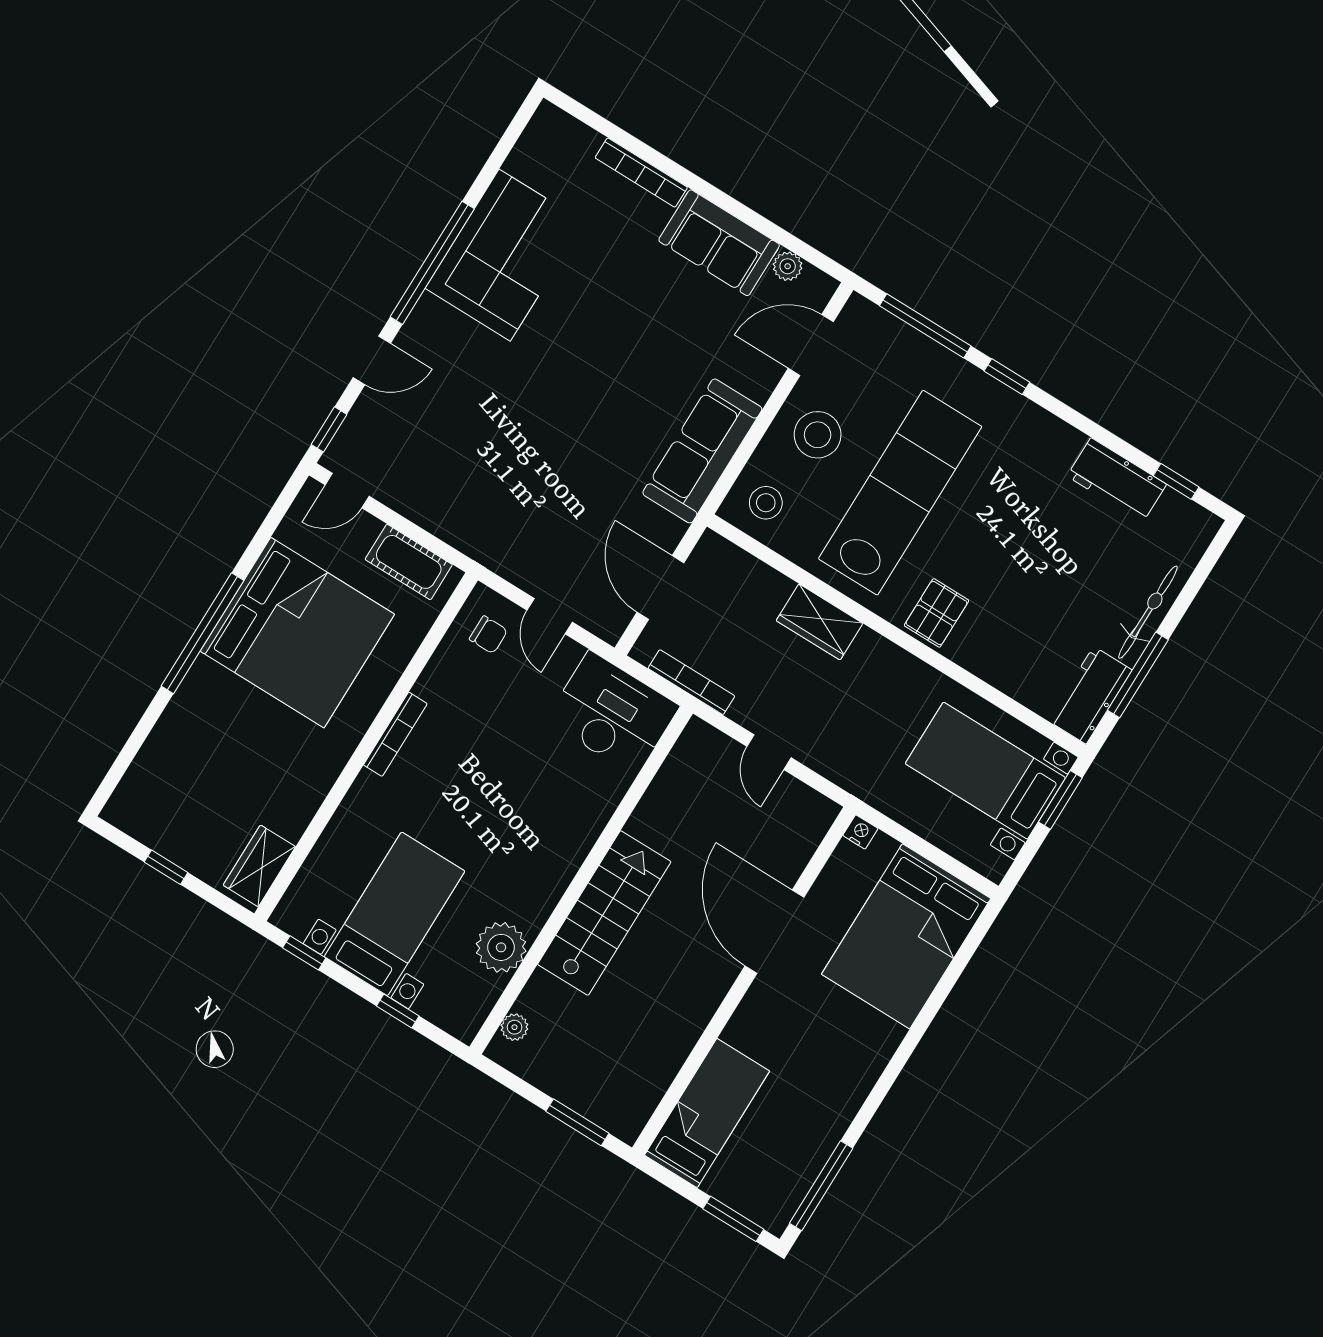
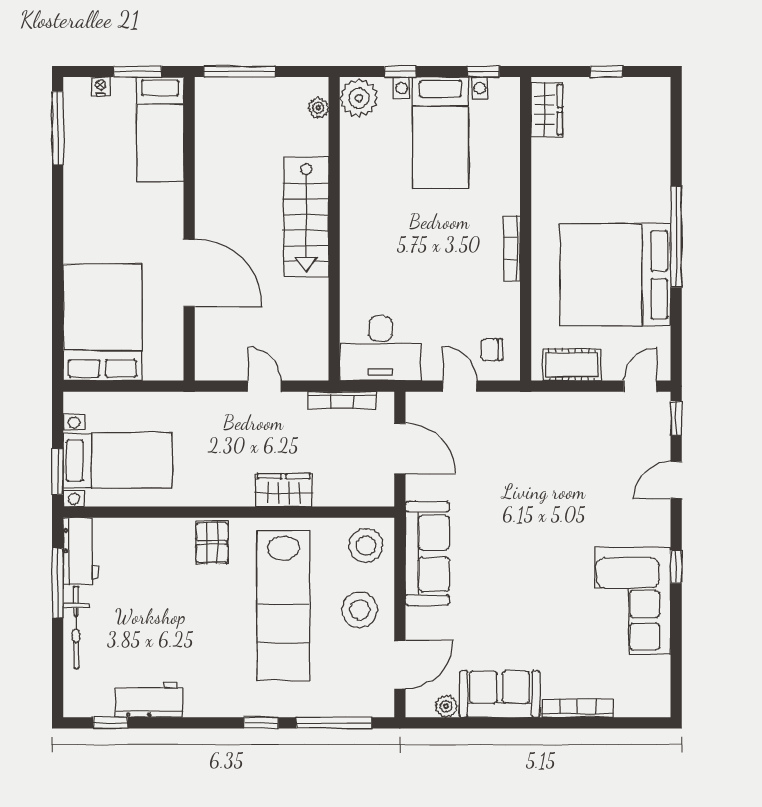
window: (432, 263) -> (676, 567), width x0.32
stool: (766, 503) -> (366, 545), width x1.38, depth x1.38
nightstand: (860, 832) -> (101, 86), moved, turned 180
plant: (501, 947) -> (359, 98), moved
window: (577, 1122) -> (240, 71), width x1.44
window: (733, 1219) -> (137, 71), moved

